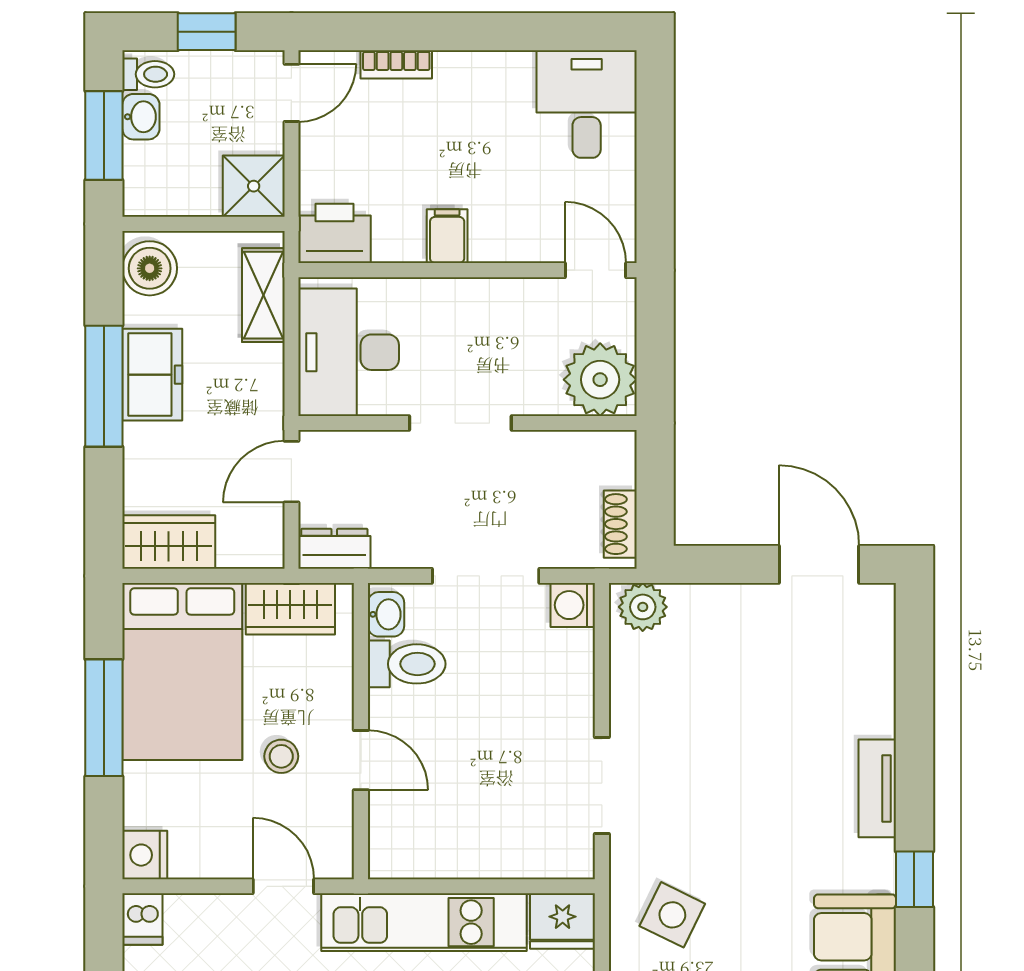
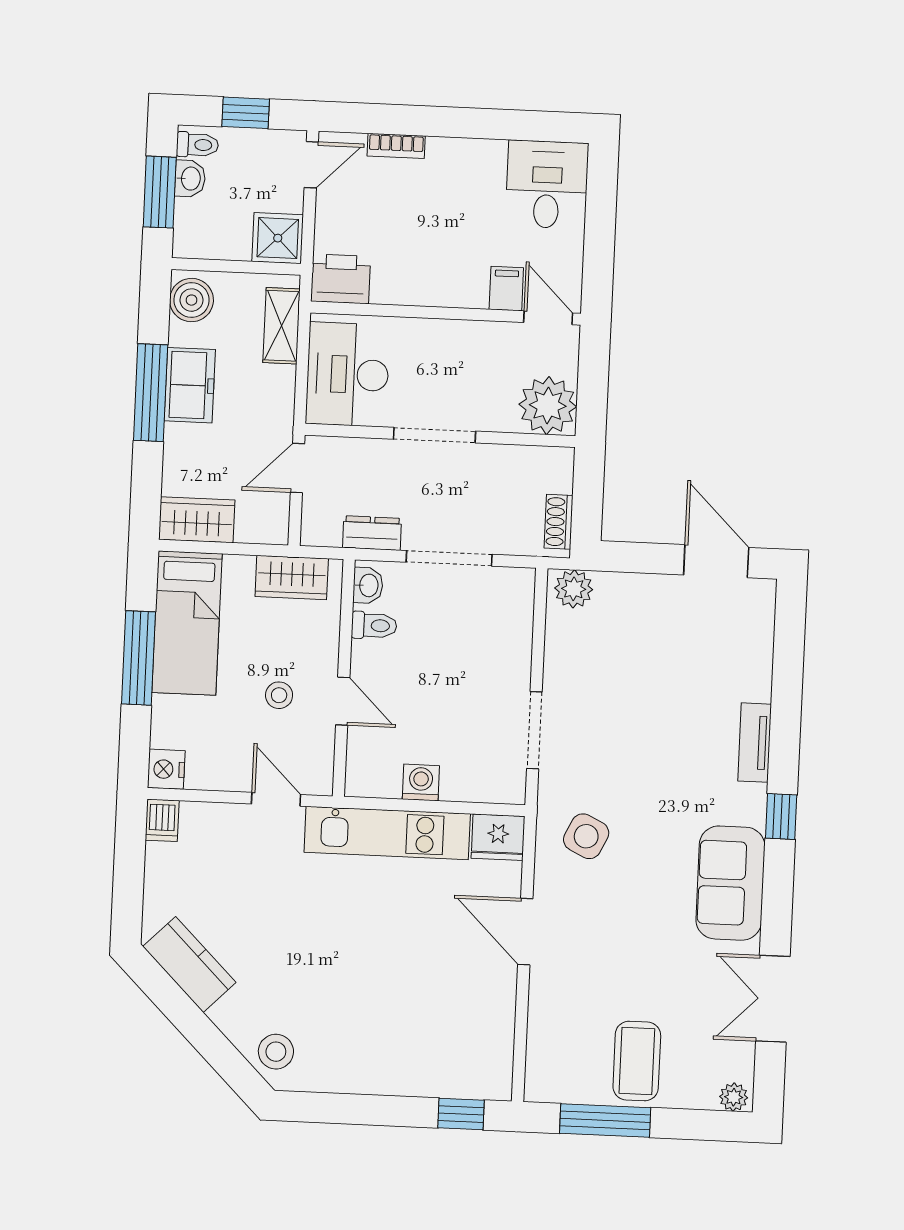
filing cabinet: (447, 236) -> (506, 289), moved
dresser: (334, 549) -> (372, 533), moved
washing machine: (573, 605) -> (421, 782), moved, turned 90
toilet: (407, 664) -> (374, 625), width x0.73, depth x0.72
bed: (182, 672) -> (187, 623), width x0.67

